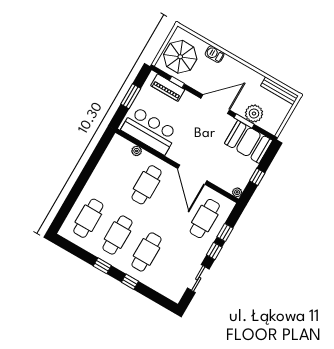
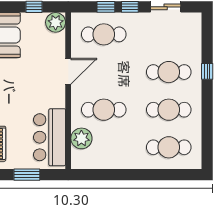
plant: (137, 151) -> (81, 138), width x1.87, depth x1.87
door: (192, 175) -> (68, 71), width x0.73
plant: (237, 192) -> (56, 22), width x1.87, depth x1.87
window: (102, 266) -> (207, 107), removed

